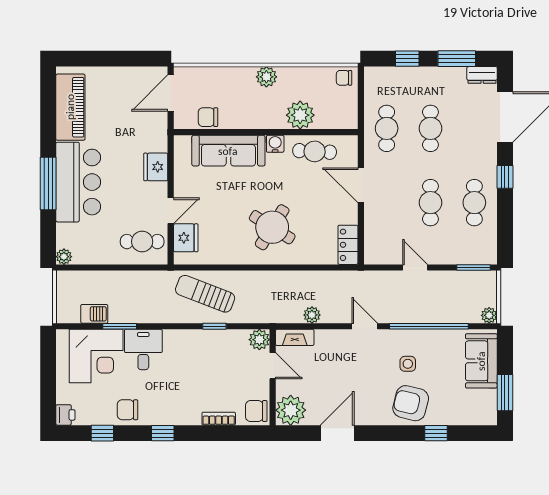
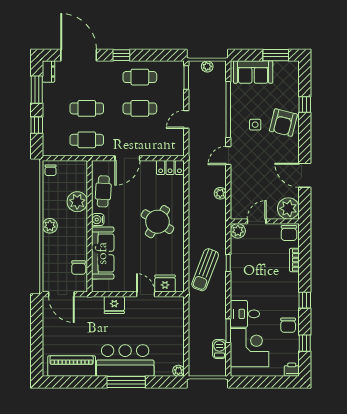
cafe table: (142, 242) -> (168, 315), removed
plant: (489, 315) -> (207, 66), moved
fireplace: (295, 337) -> (236, 206), removed

